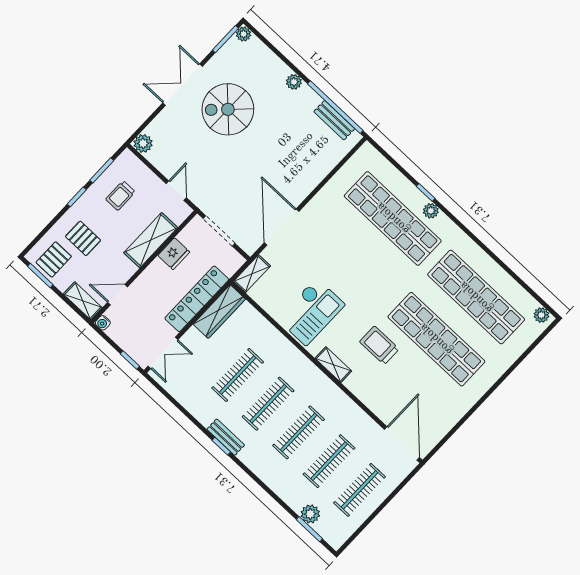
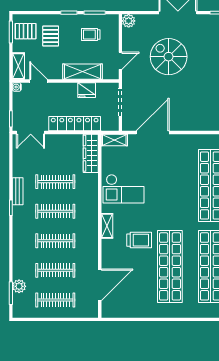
spiral stairs: (228, 109) -> (169, 57), moved
wardrobe: (219, 312) -> (91, 153), moved, turned 90
trolley: (379, 345) -> (139, 240), turned 90
bench: (226, 437) -> (18, 191), moved
door: (402, 443) -> (100, 285), moved

